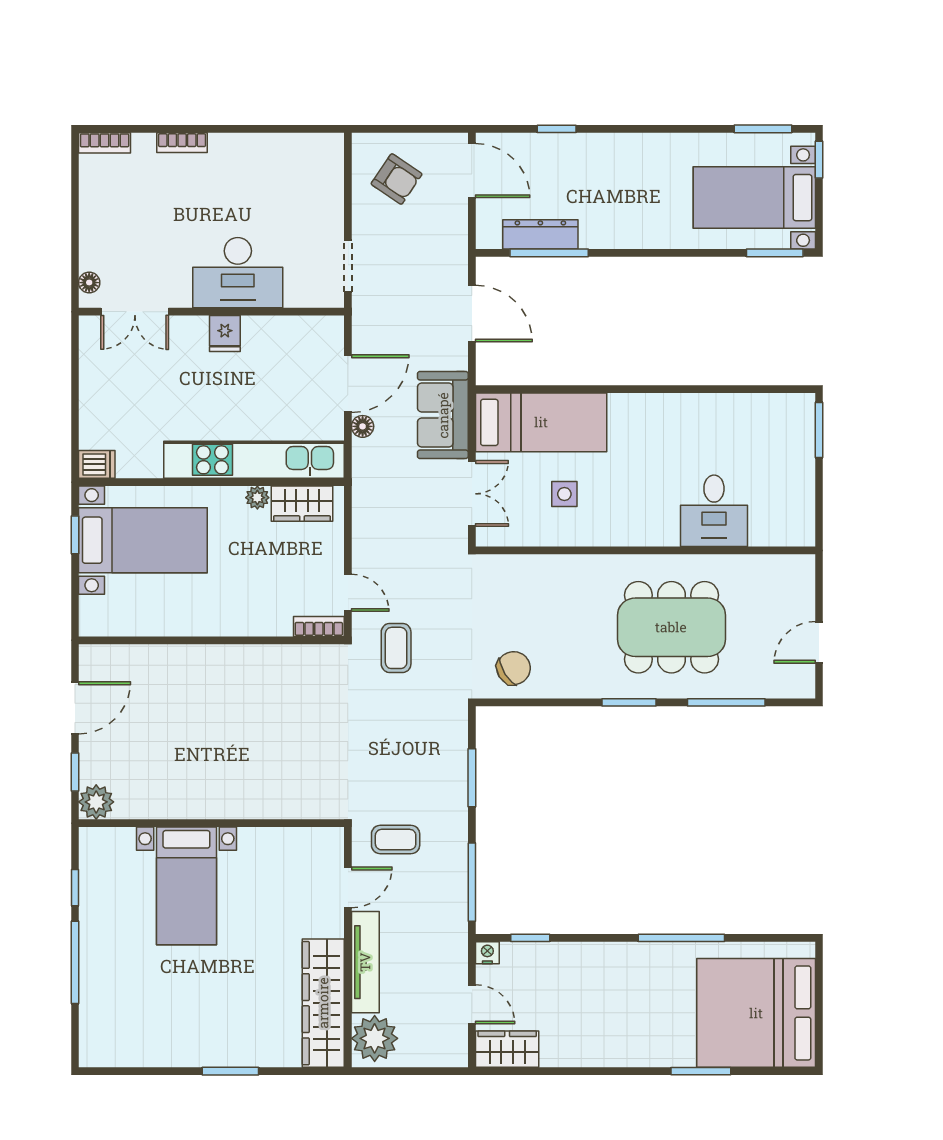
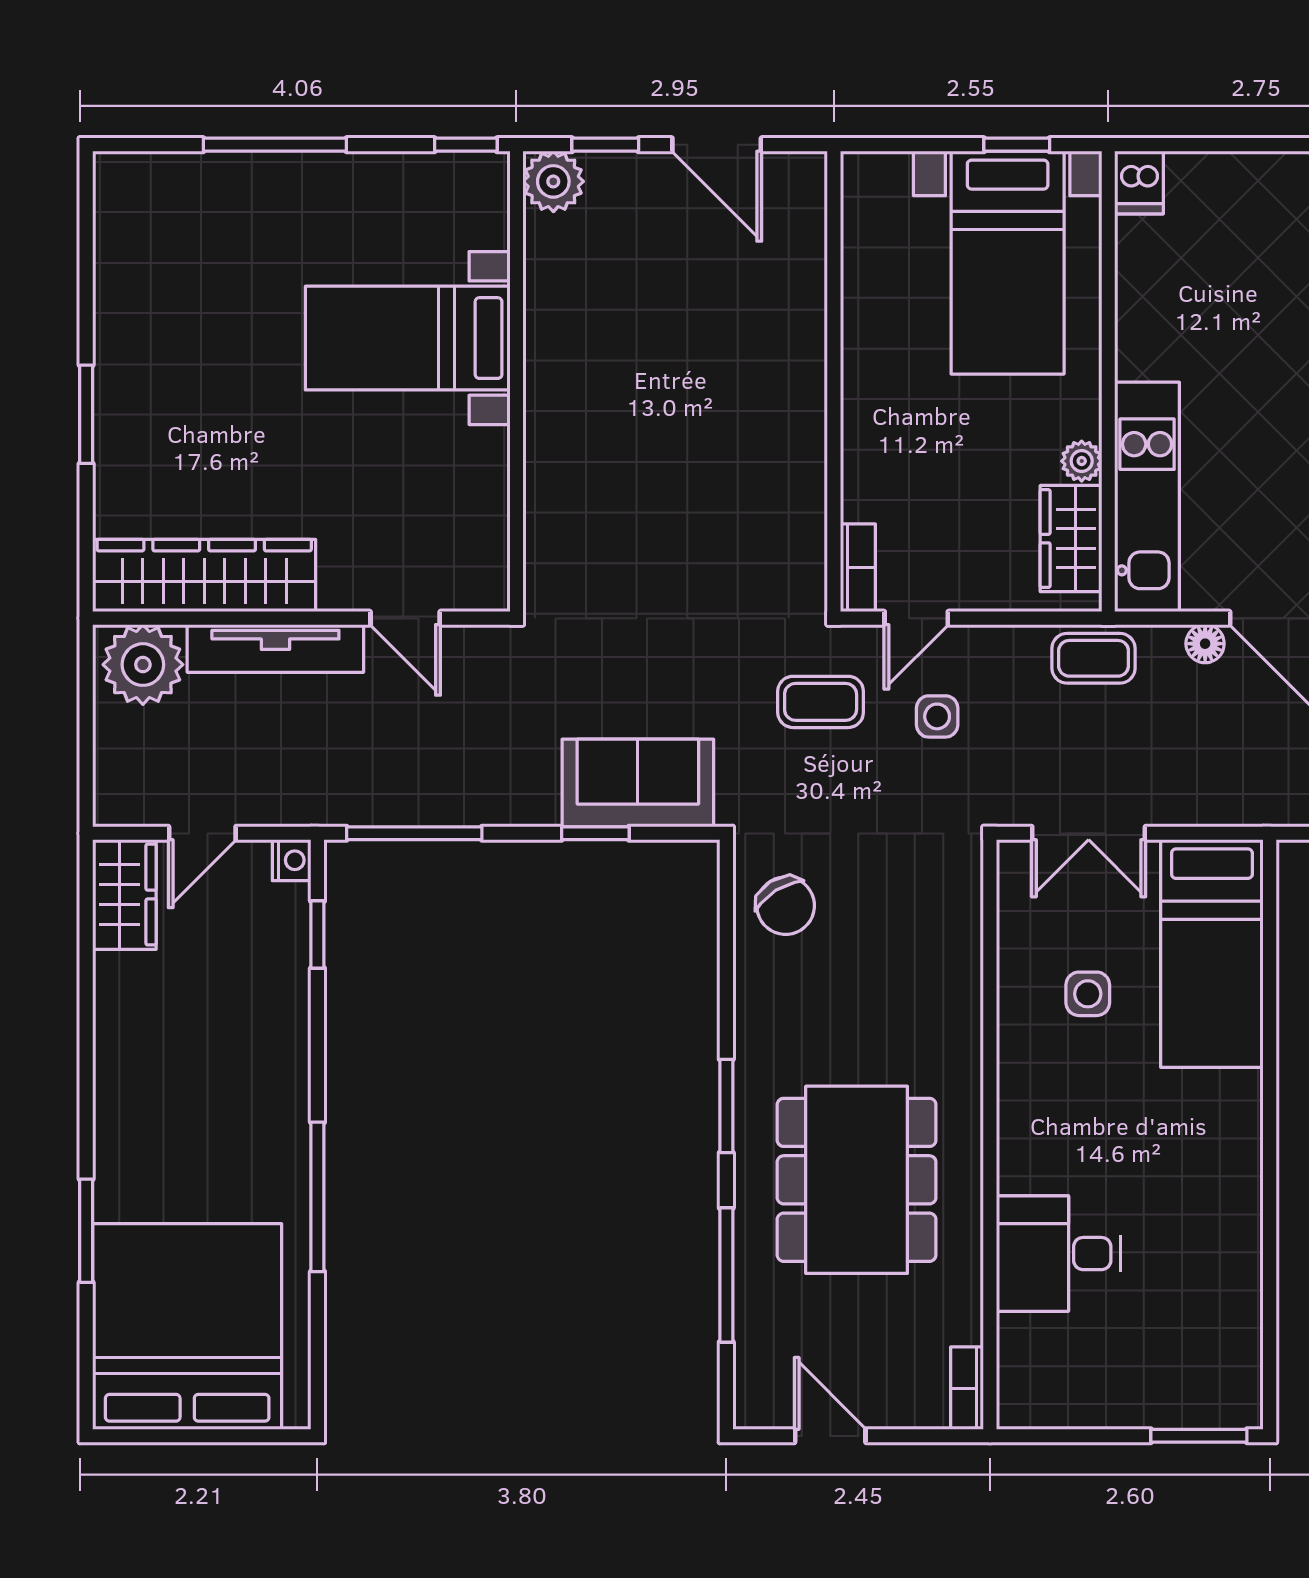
sofa: (443, 415) -> (638, 783), moved
kitchen unit: (254, 460) -> (1147, 497), width x0.73
bookcase: (792, 564) -> (967, 1388), added
side table: (404, 581) -> (937, 716), added
window: (472, 778) -> (595, 833), width x0.67
coffee table: (396, 840) -> (1094, 658), moved, turned 90
window: (75, 888) -> (466, 145), moved

